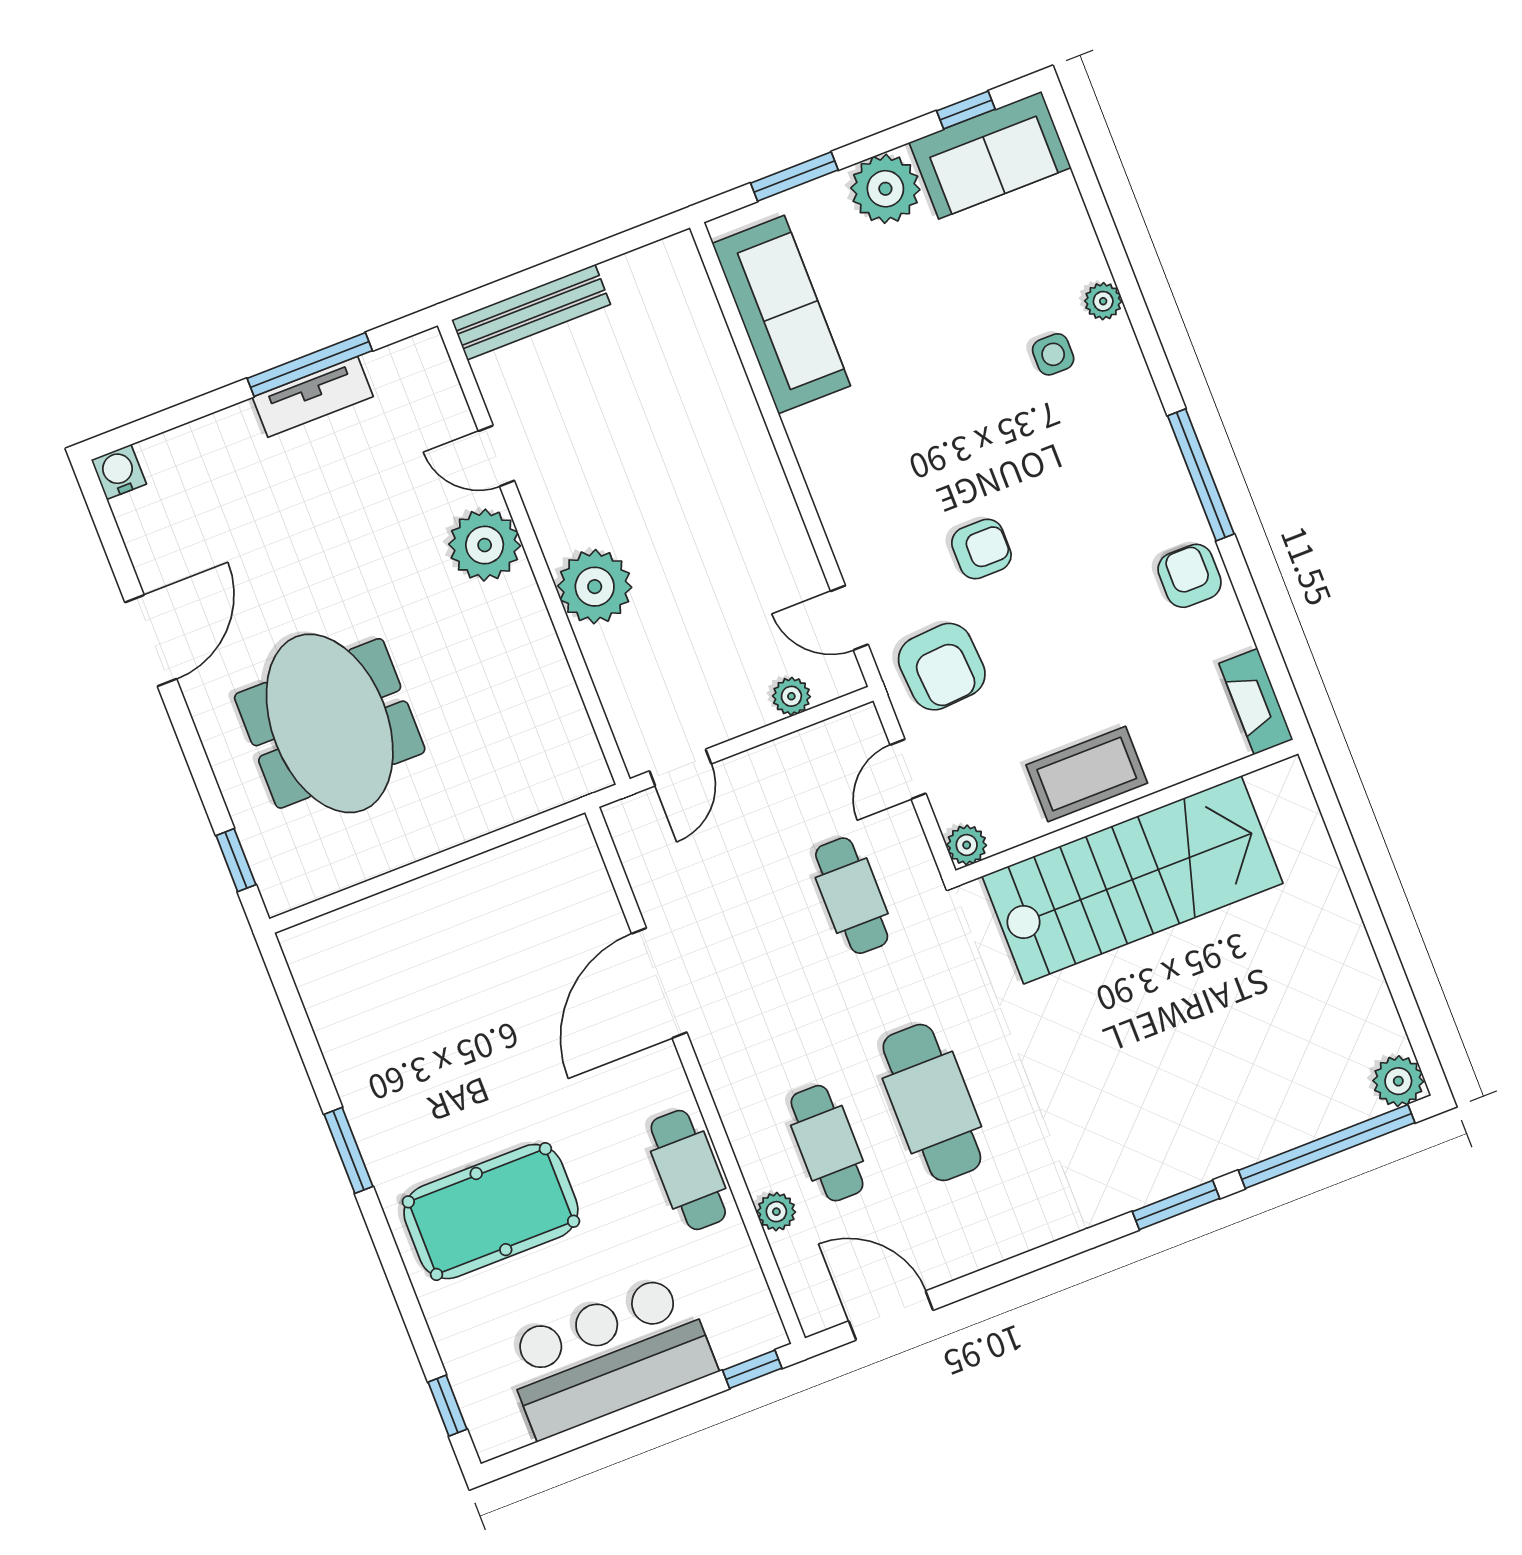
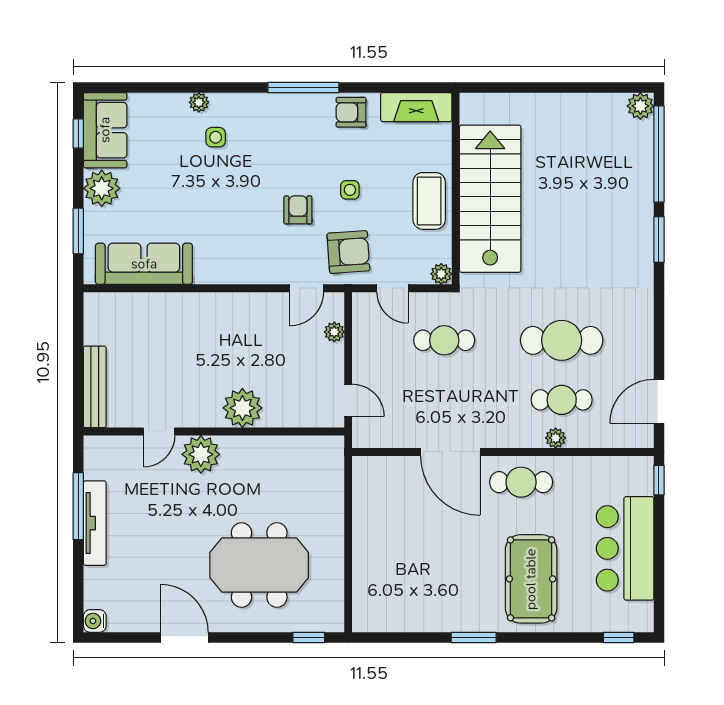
tv unit: (313, 397) -> (95, 523), width x1.41
side table: (1052, 627) -> (350, 190), added
fireplace: (1256, 702) -> (416, 107), width x1.37, depth x1.32
cafe table: (688, 1170) -> (521, 482), moved
plant: (776, 1212) -> (556, 438), moved

